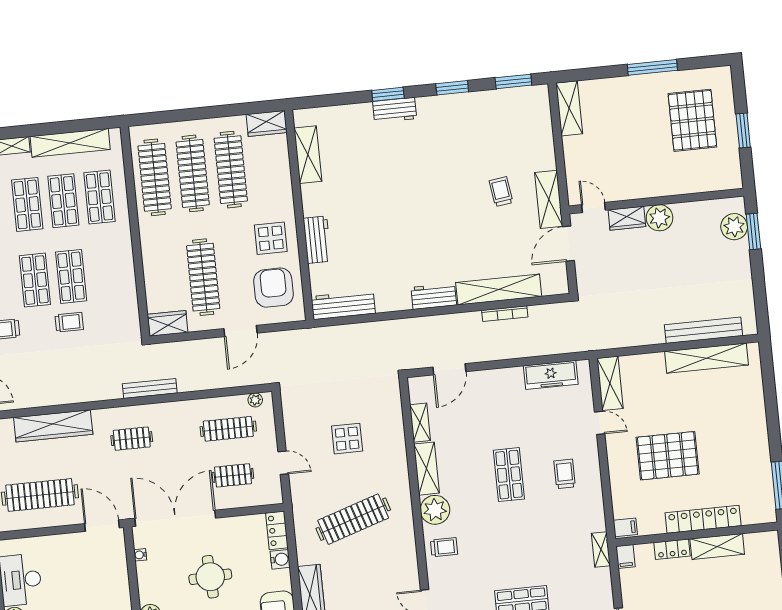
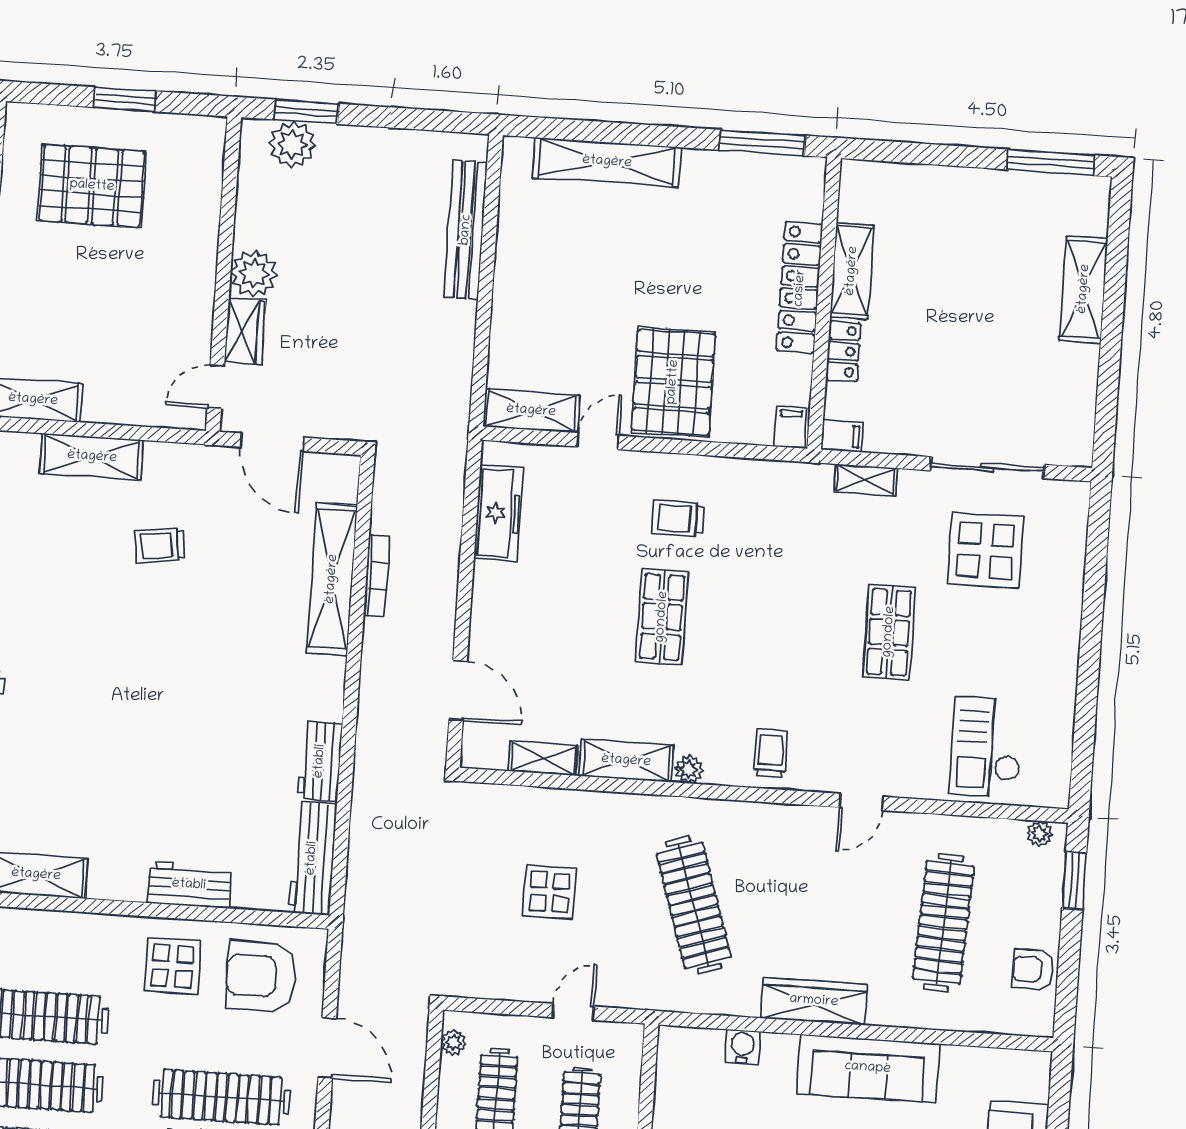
shelving: (549, 199) -> (92, 457), moved
workbench: (434, 296) -> (320, 761), moved
shelving: (706, 358) -> (607, 162), moved, turned 90
pallet: (668, 456) -> (673, 382), moved
shop shelf: (509, 475) -> (662, 617), turned 90
plant: (435, 510) -> (689, 770), width x0.53, depth x0.53
locker: (277, 530) -> (690, 1043), removed
shelving: (601, 549) -> (866, 480), moved

